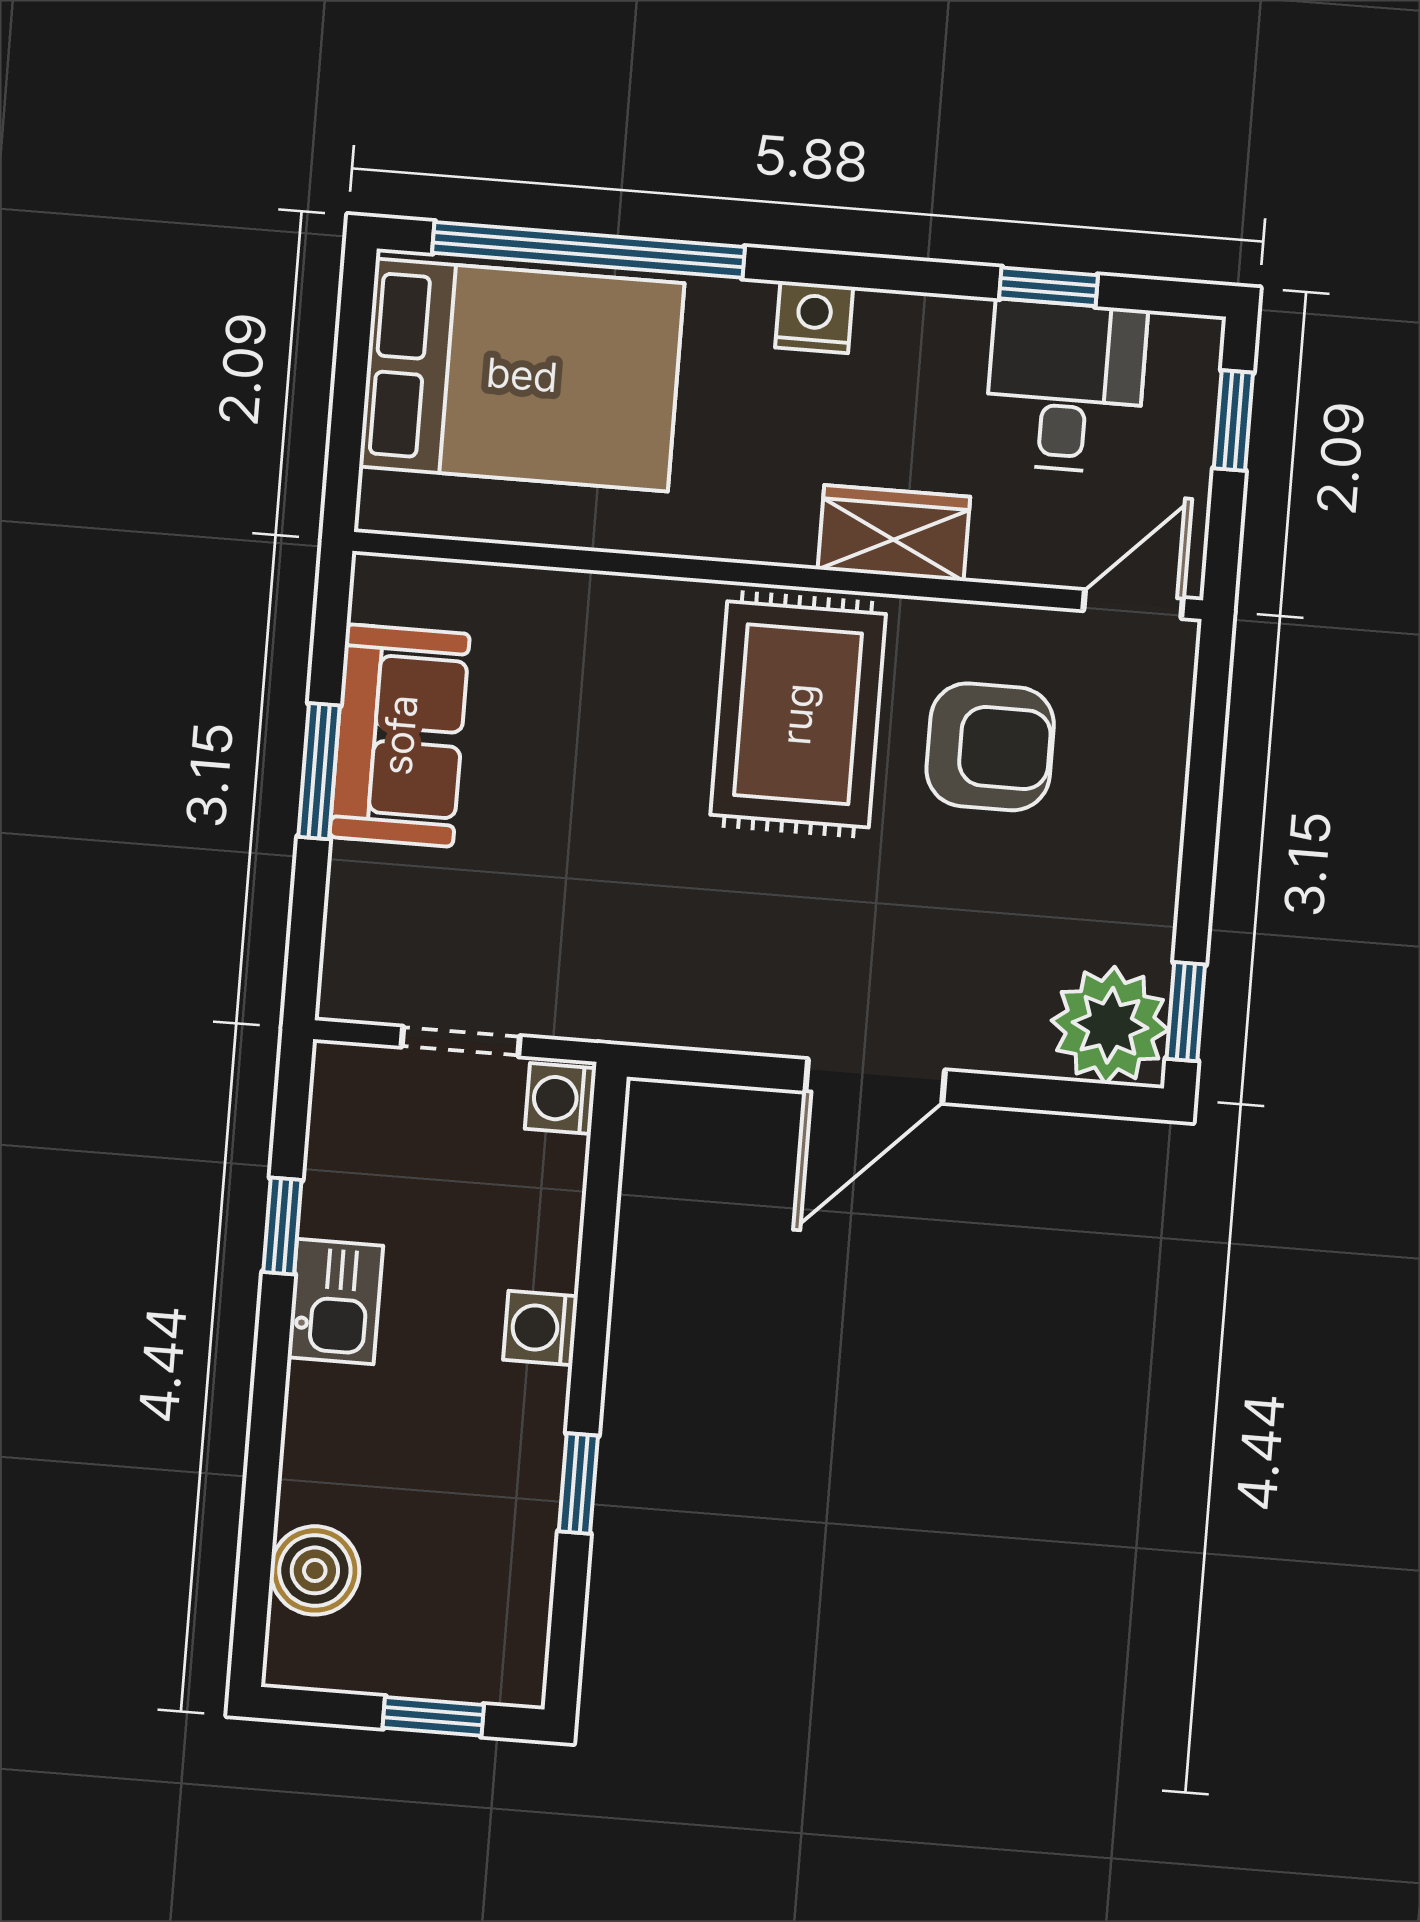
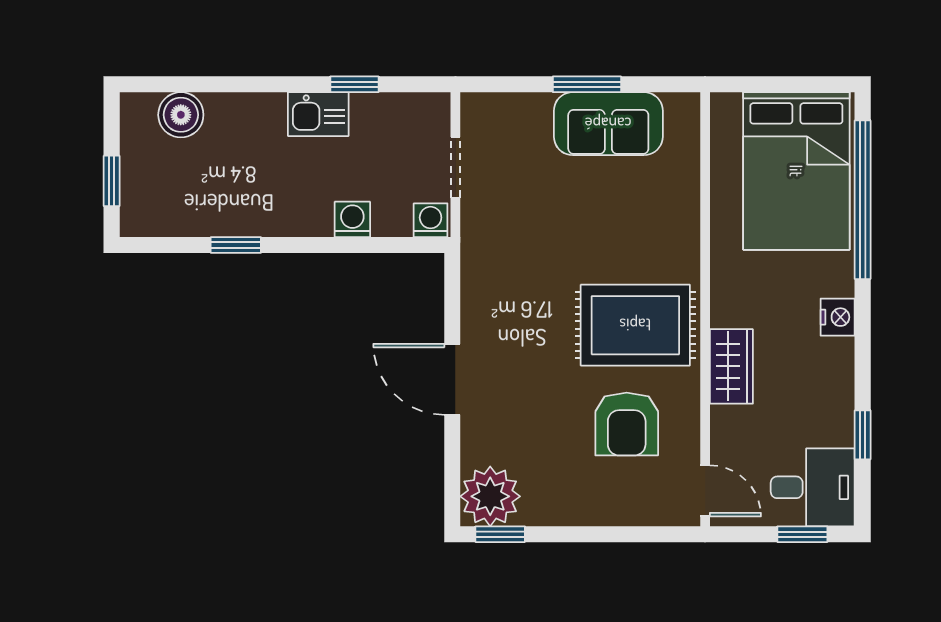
desk: (1065, 387) -> (813, 487), moved
washing machine: (540, 1328) -> (352, 219), moved

